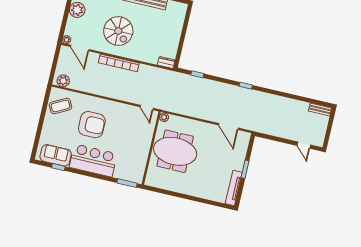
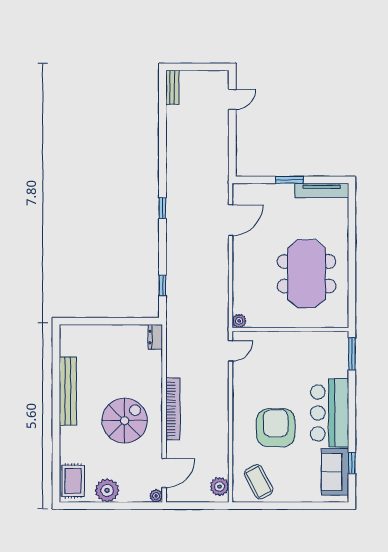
meeting table: (175, 151) -> (306, 274), moved

